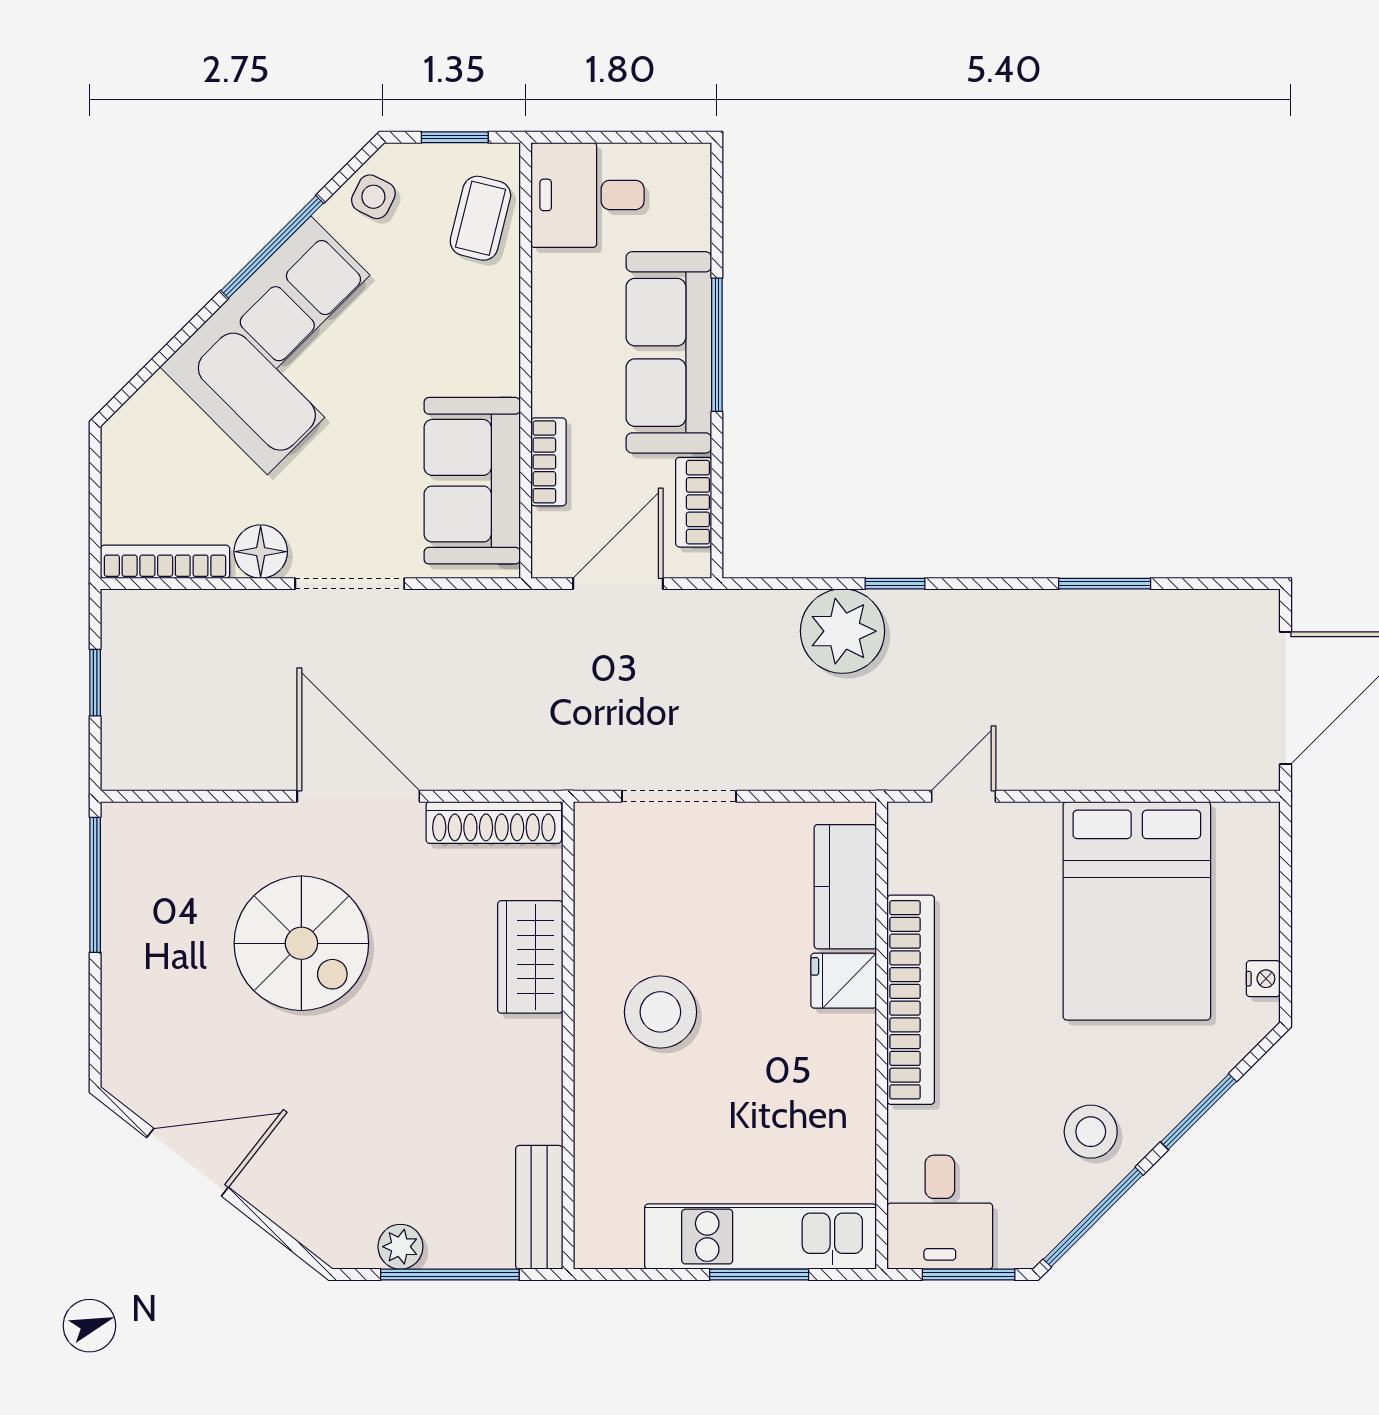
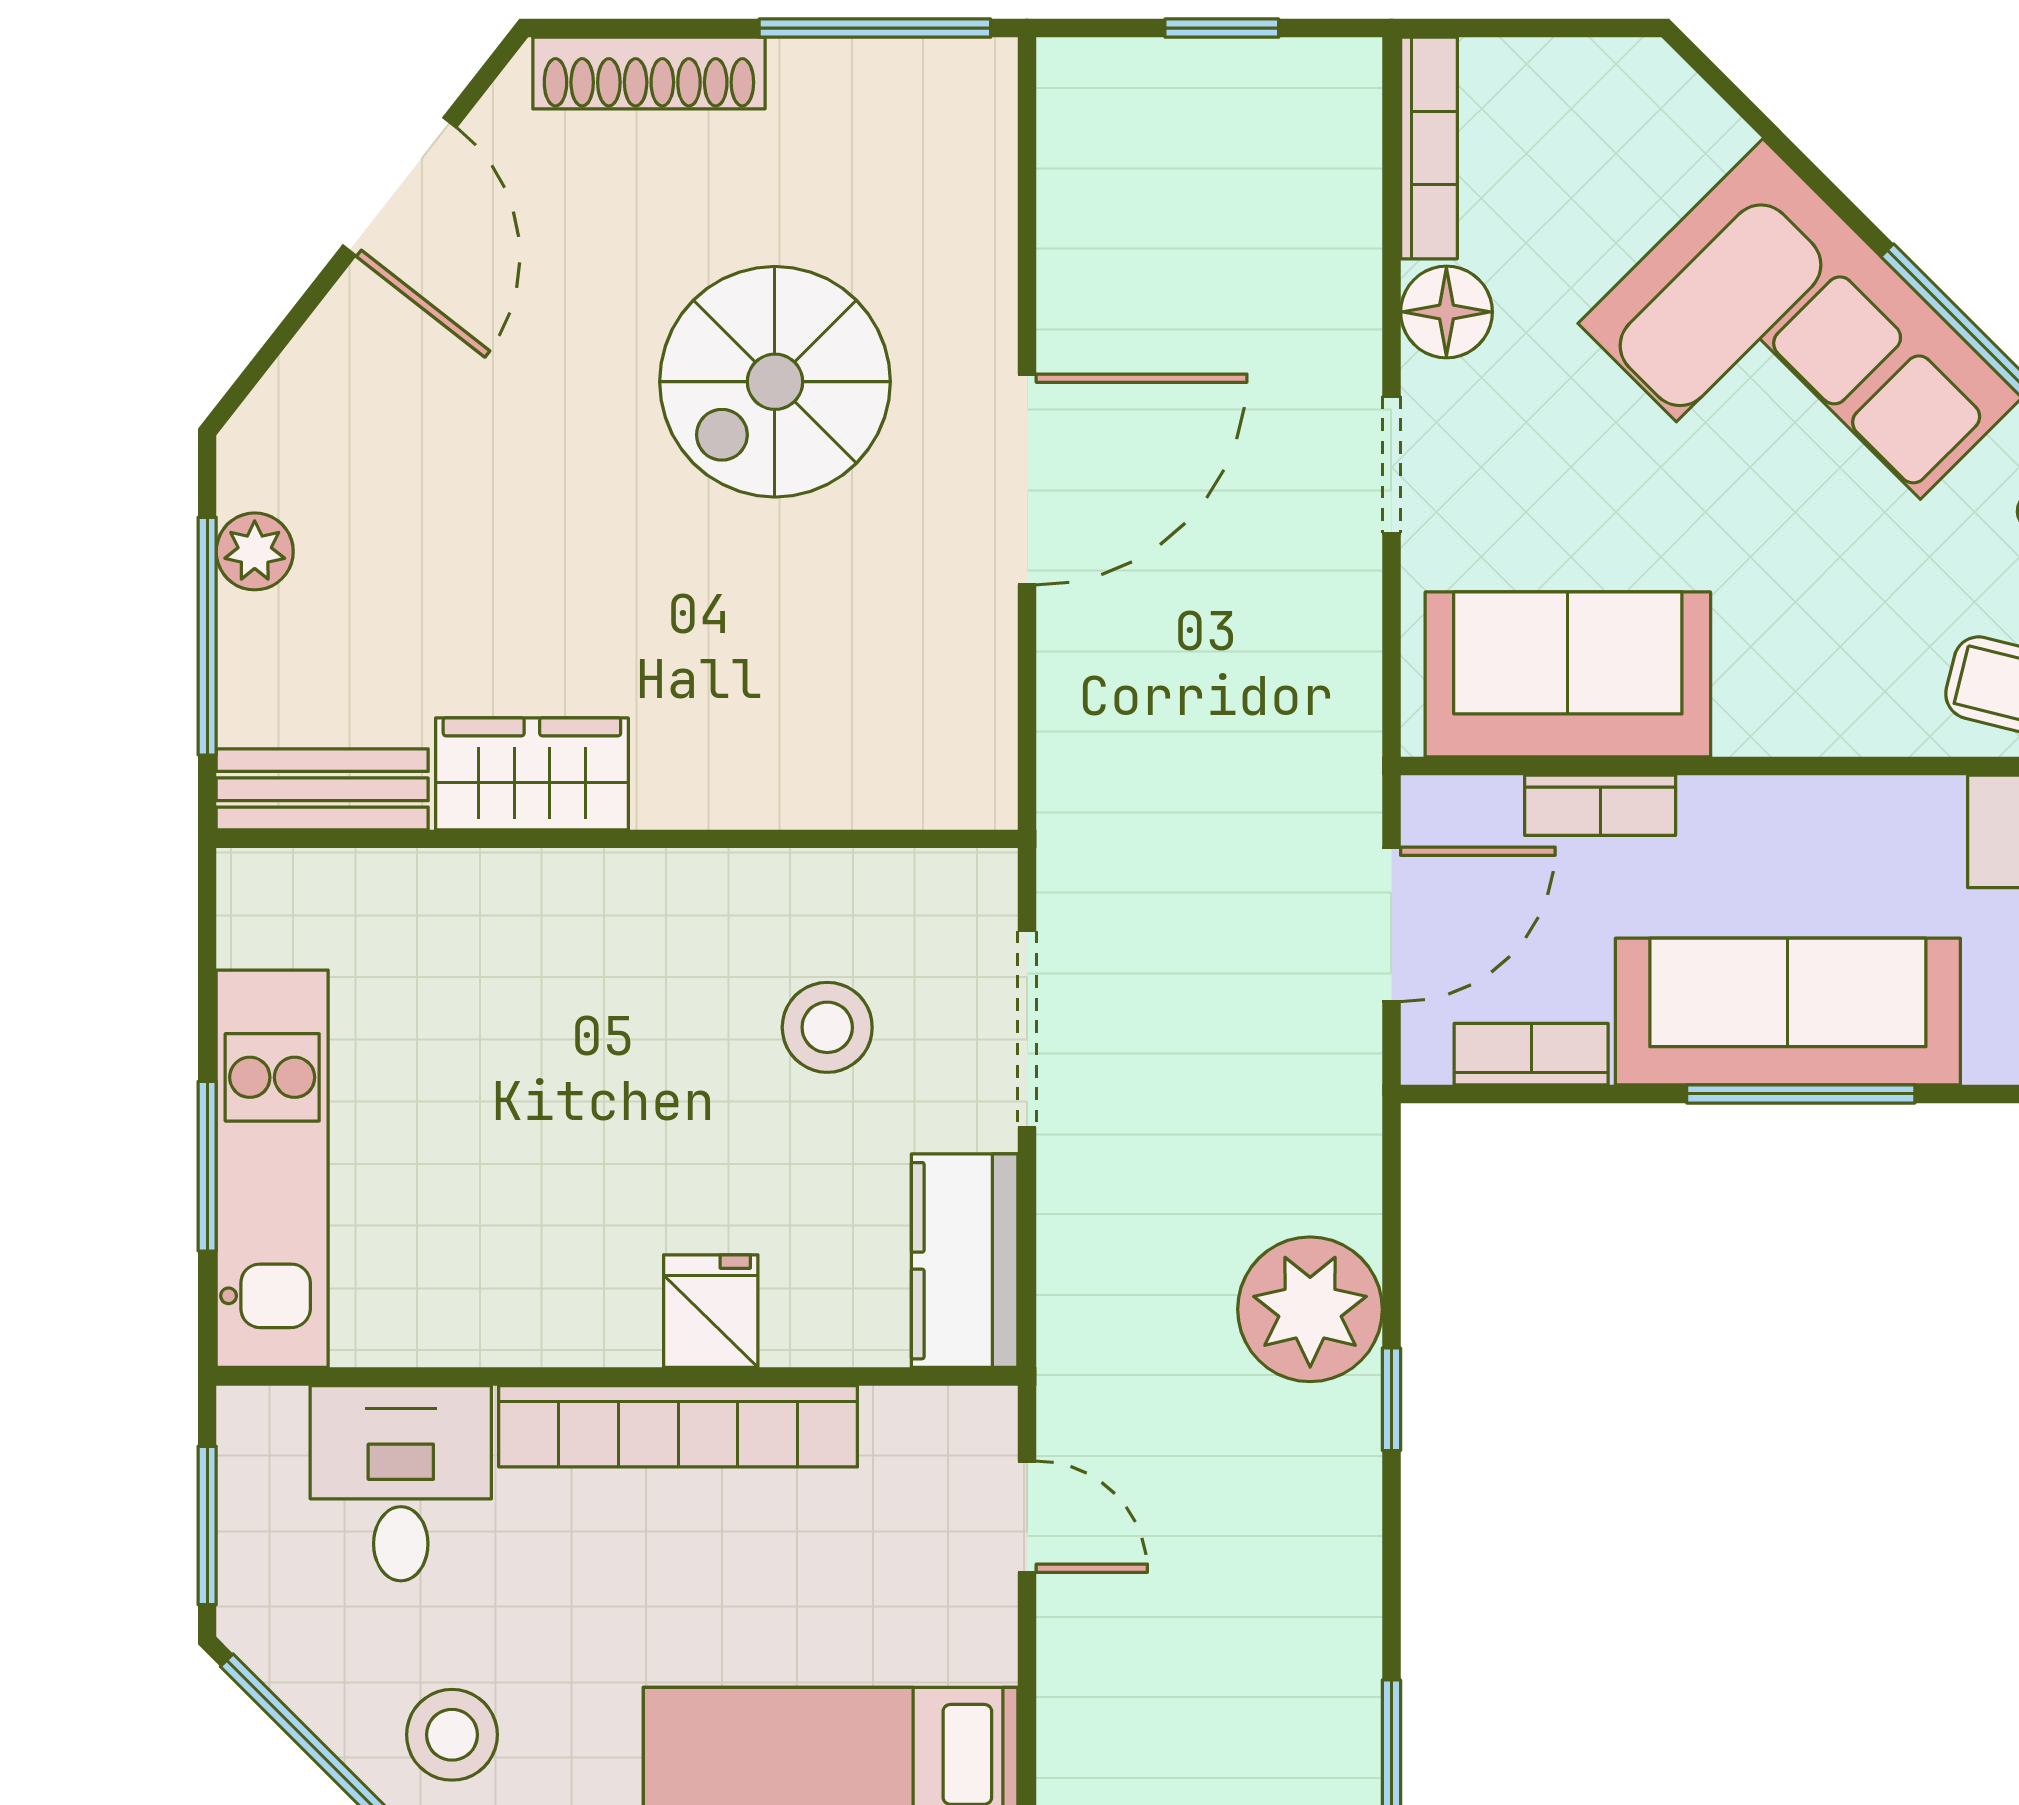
doorway: (350, 584) -> (1391, 465), width x0.73
door: (618, 584) -> (1391, 924), hinge flipped
shoe rack: (494, 822) -> (649, 73), moved, turned -90
kitchen counter: (845, 887) -> (965, 1261), moved, turned -90
wardrobe: (530, 957) -> (532, 774), moved
stool: (660, 1012) -> (827, 1027), moved, width x0.73, depth x0.73
desk: (940, 1212) -> (401, 1483), moved, turned 90

